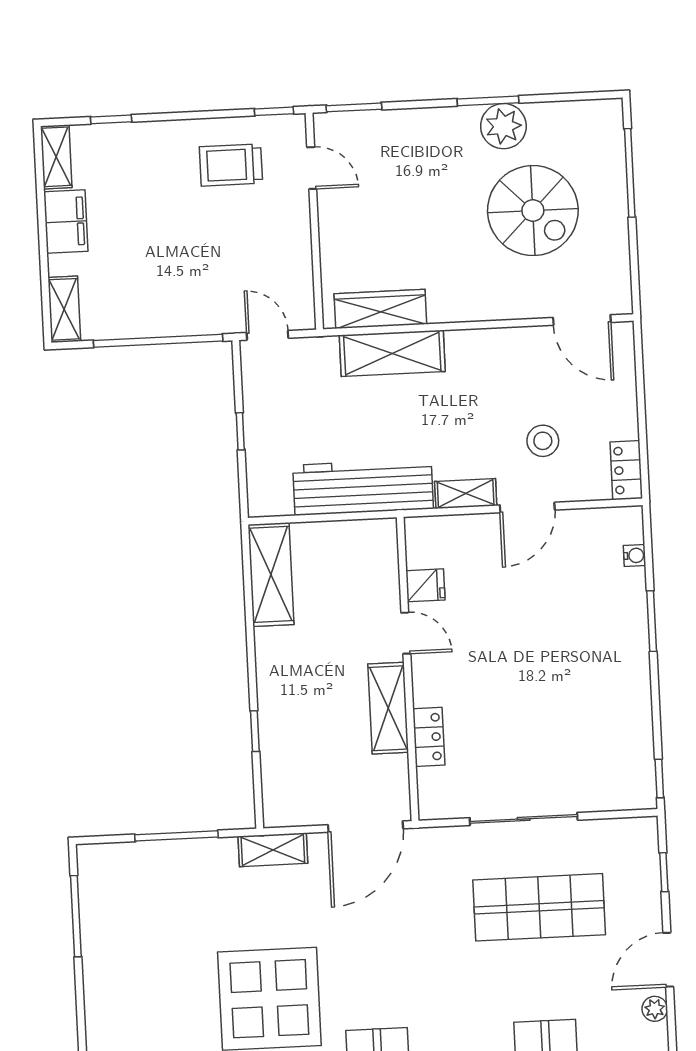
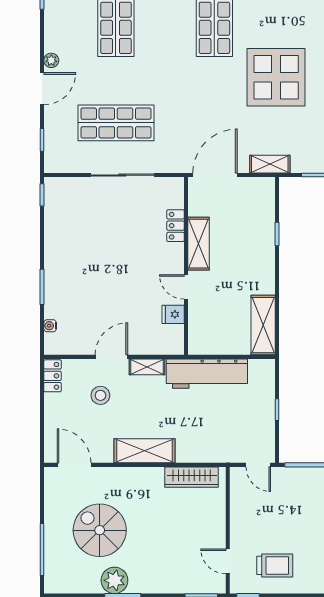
shelving: (392, 353) -> (144, 451), moved

